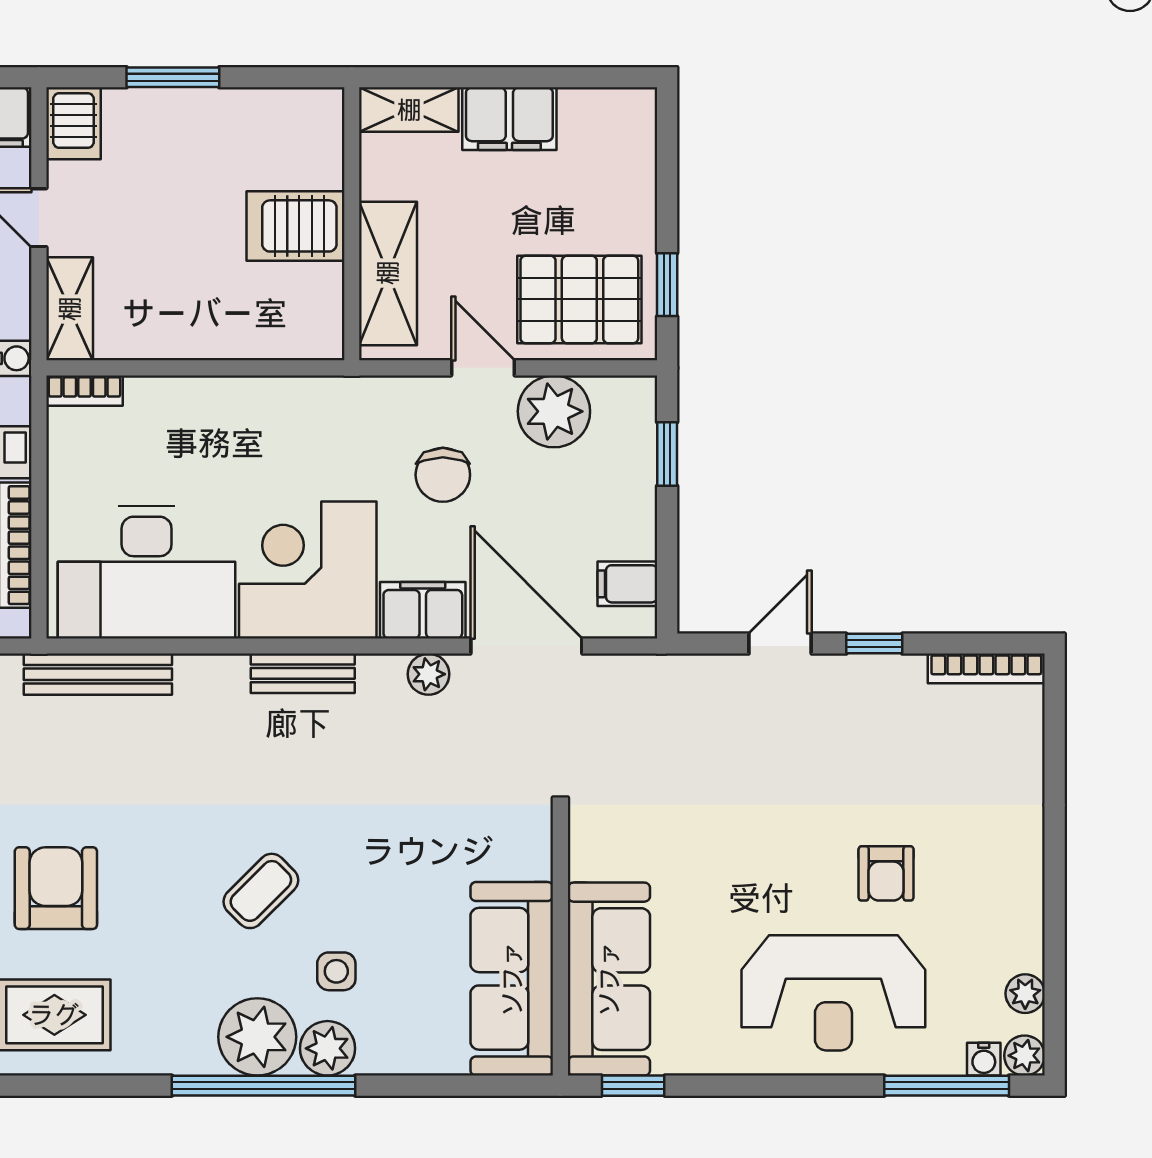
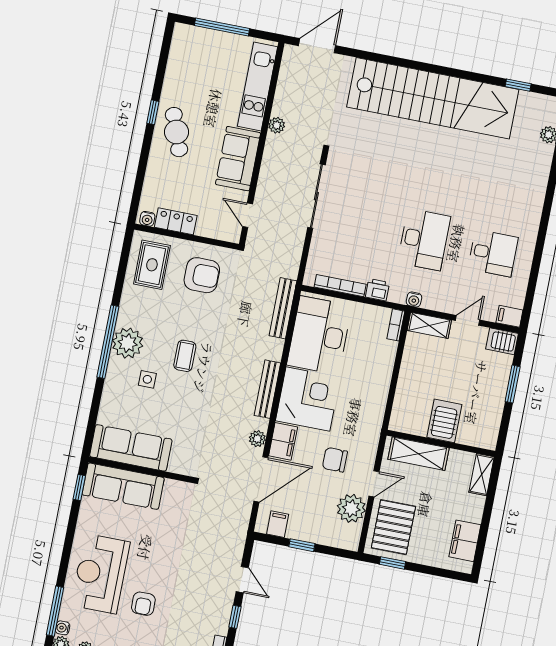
filing cabinet: (509, 119) -> (465, 541), moved
window: (667, 454) -> (302, 545), moved
bench: (303, 673) -> (267, 389), width x1.36
armchair: (886, 873) -> (143, 604), turned -90
coffee table: (261, 891) -> (185, 356), turned 45
plant: (328, 1048) -> (118, 370), removed

